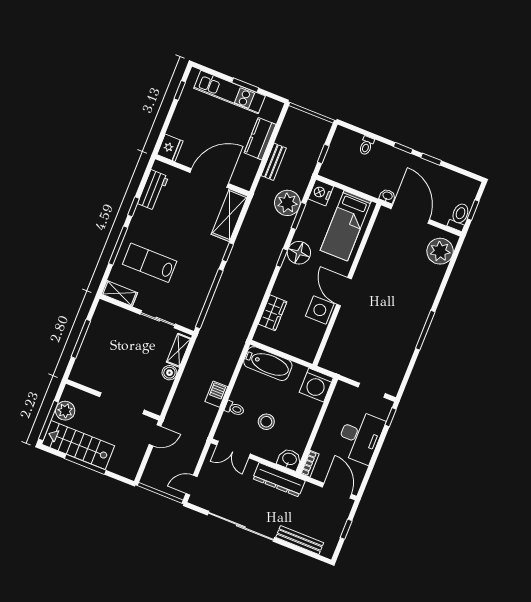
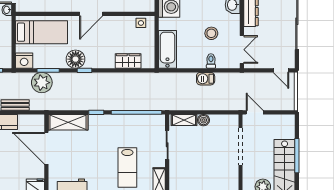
side table: (320, 310) -> (141, 23), moved, width x0.54, depth x0.54

